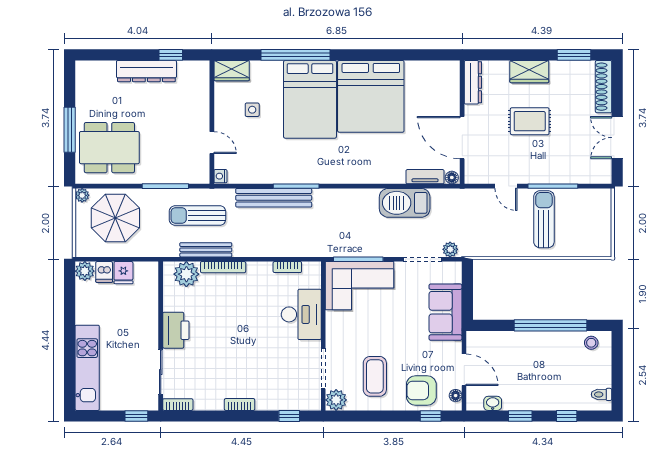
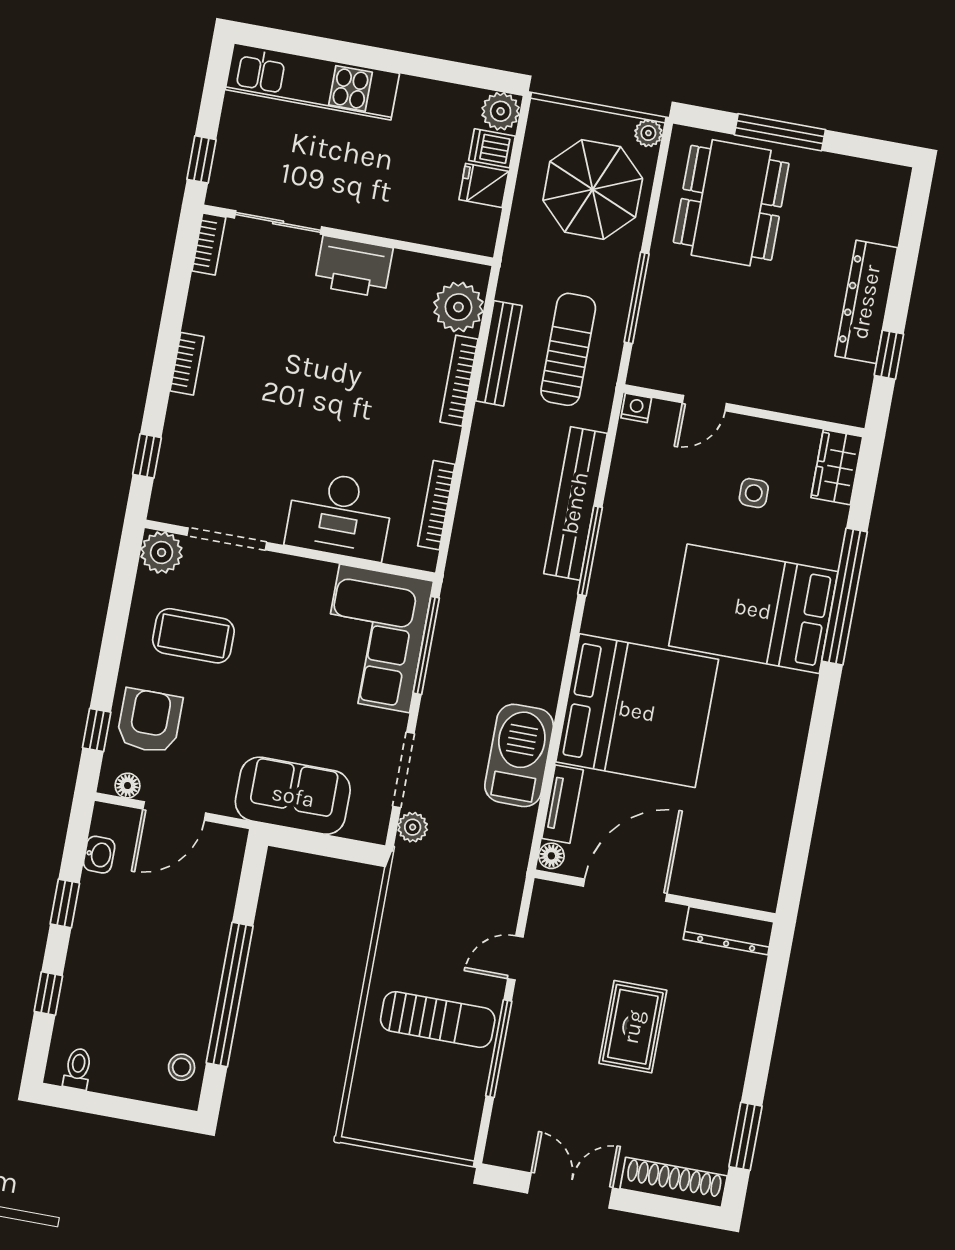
wardrobe: (529, 72) -> (729, 1044), removed
bed: (371, 96) -> (637, 711), moved, turned 180
bookcase: (287, 267) -> (436, 505), width x1.56

